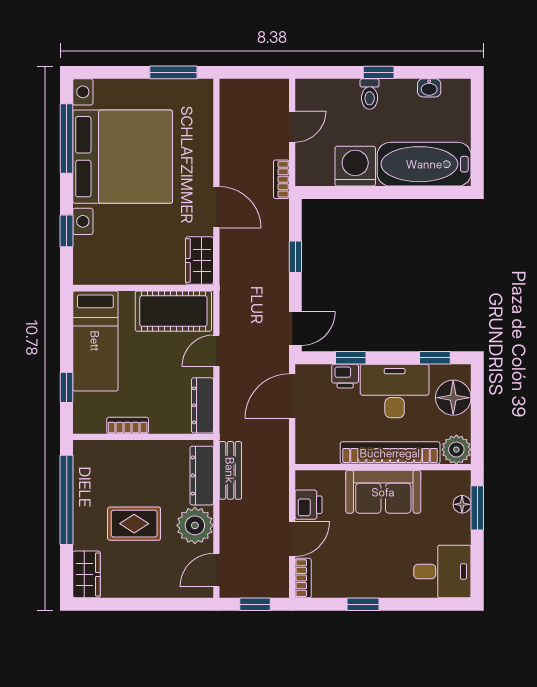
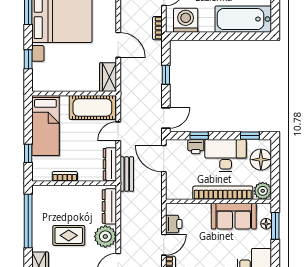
washing machine: (355, 166) -> (186, 20), moved
door: (292, 396) -> (164, 159), hinge flipped
bench: (230, 470) -> (127, 174), moved
sofa: (383, 492) -> (234, 216), moved

